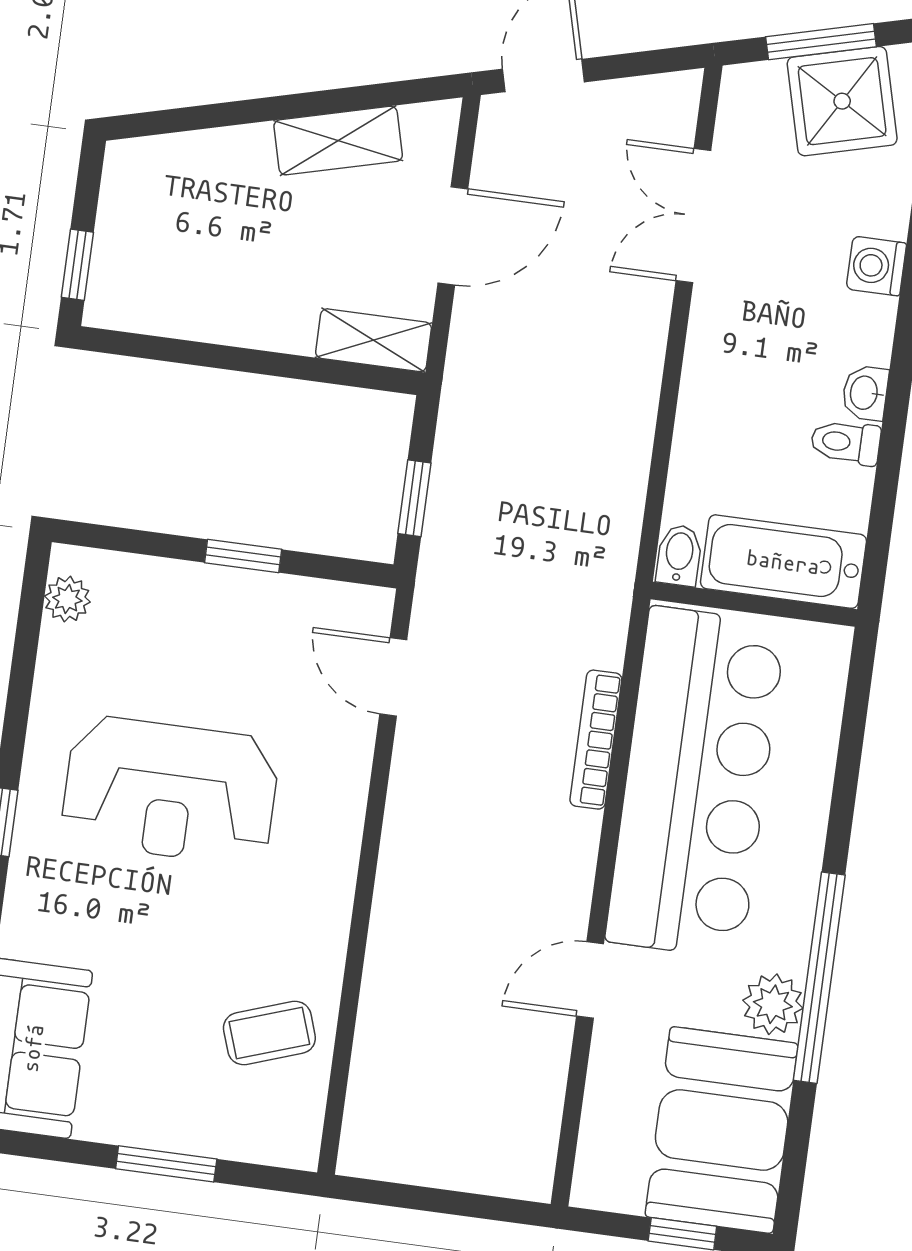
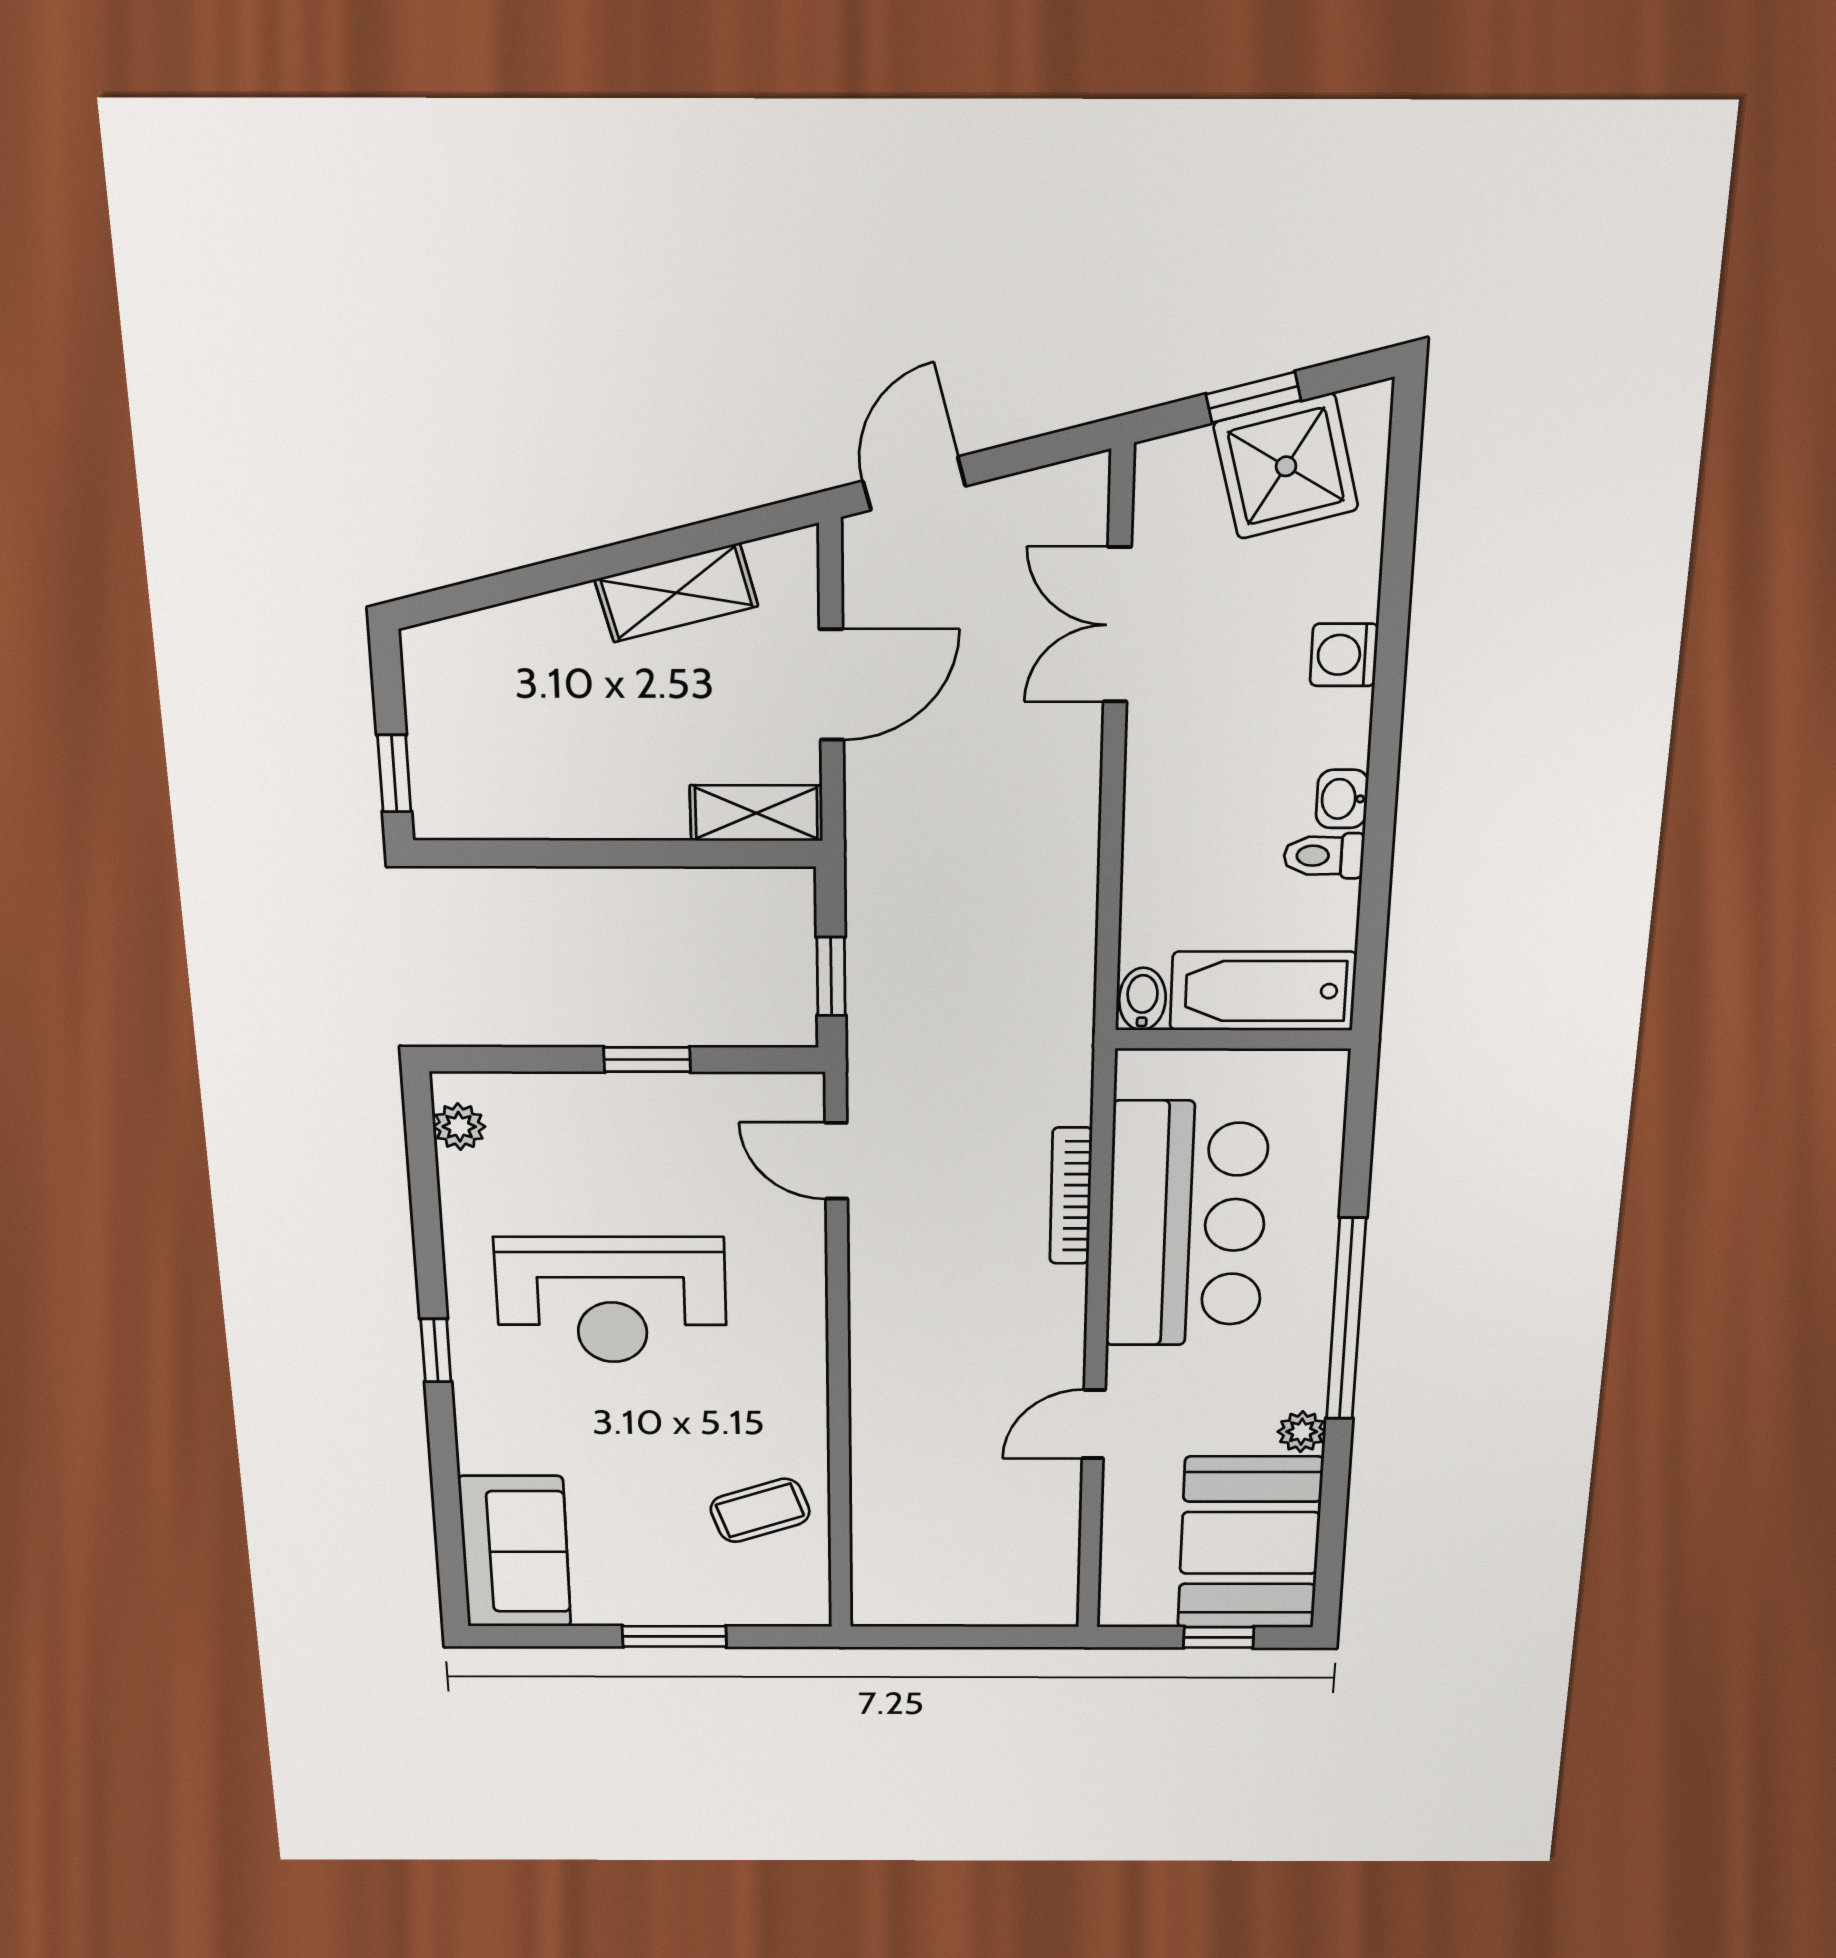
window: (821, 42) -> (1253, 397), width x0.67
bar counter: (696, 782) -> (1187, 1225), width x0.73
window: (819, 978) -> (1346, 1319), moved
plant: (773, 1004) -> (1302, 1432), width x0.73, depth x0.73

